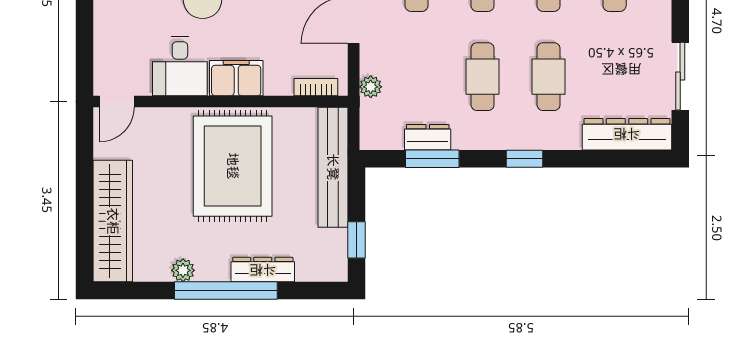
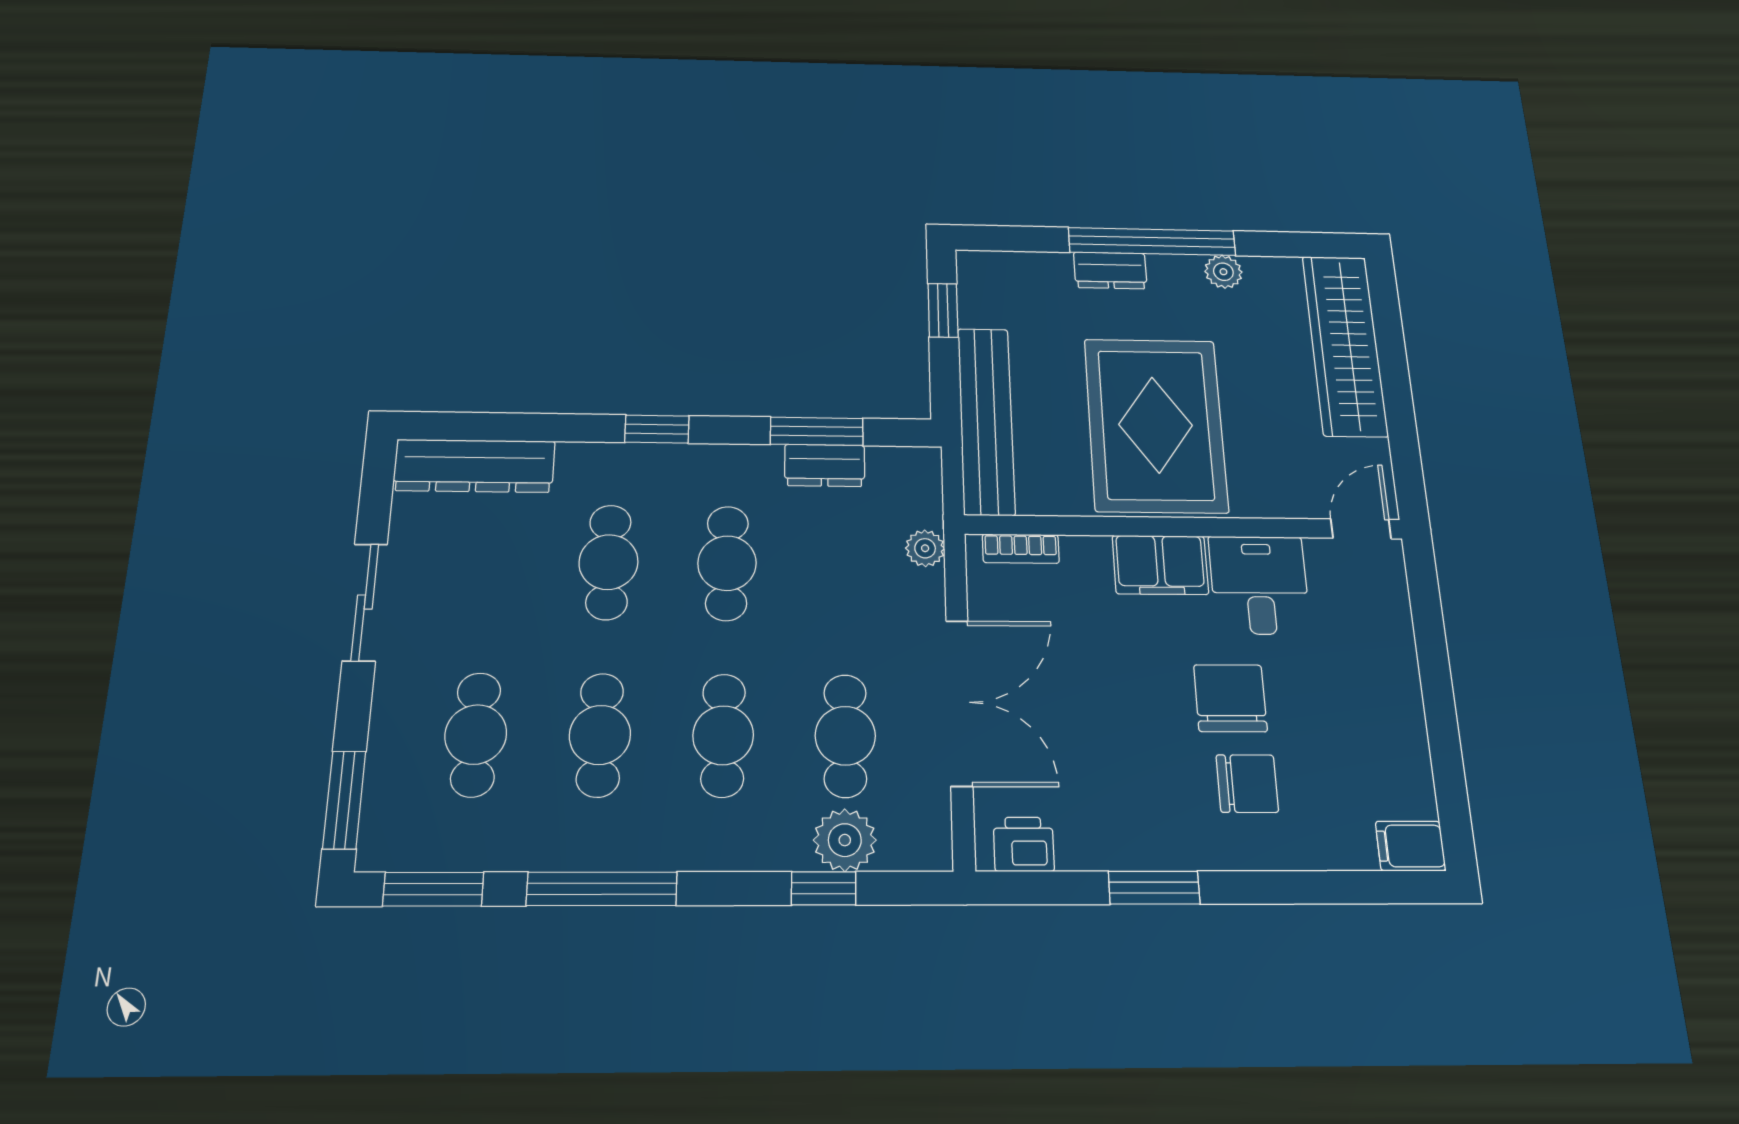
sliding door: (680, 76) -> (365, 602), moved
dresser: (263, 270) -> (1110, 270), width x0.70

